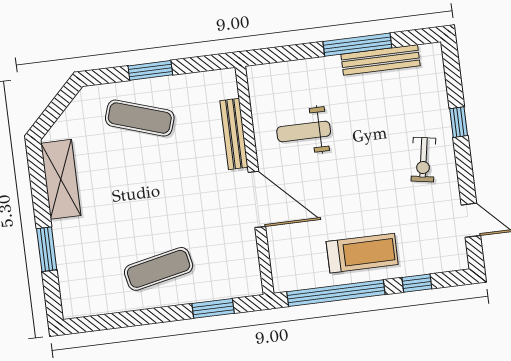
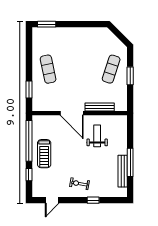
shelving: (61, 179) -> (90, 34), removed
door: (257, 199) -> (72, 113), hinge flipped
window: (47, 249) -> (47, 24), moved

